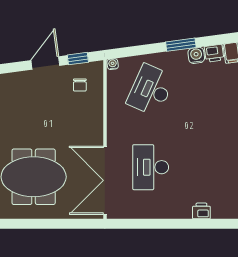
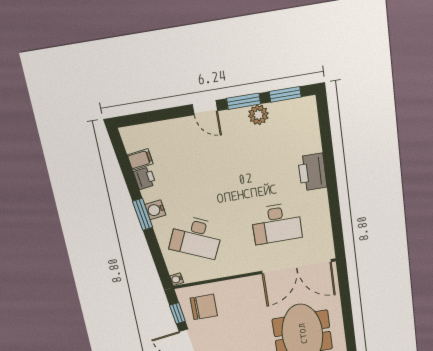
water cooler: (196, 55) -> (155, 210), moved
chair: (80, 85) -> (204, 307), width x1.87, depth x1.87
printer: (201, 211) -> (312, 172), width x1.87, depth x1.48

